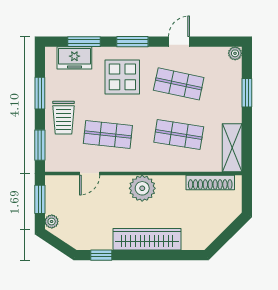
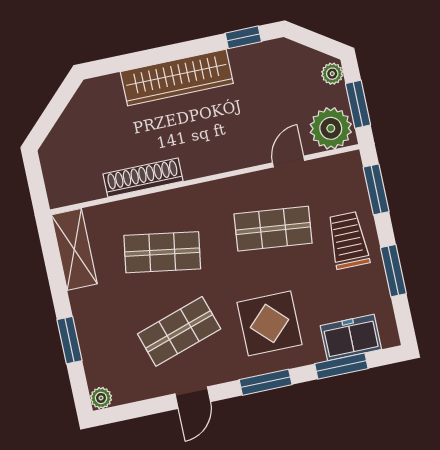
shop shelf: (179, 84) -> (179, 331), turned -30
shoe rack: (210, 183) -> (143, 178), moved
plant: (142, 188) -> (331, 128), moved

